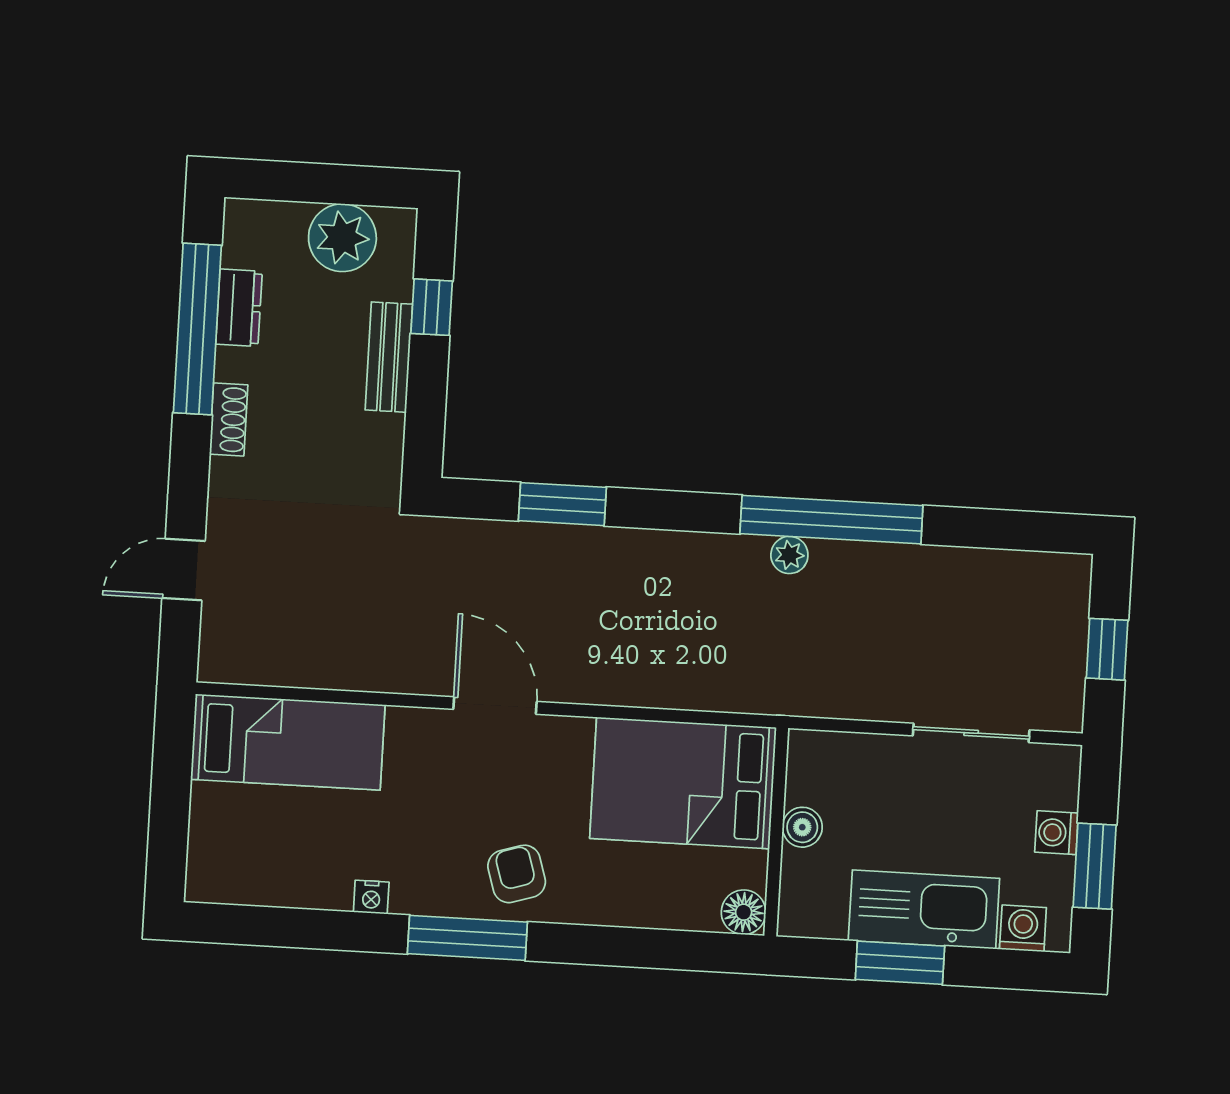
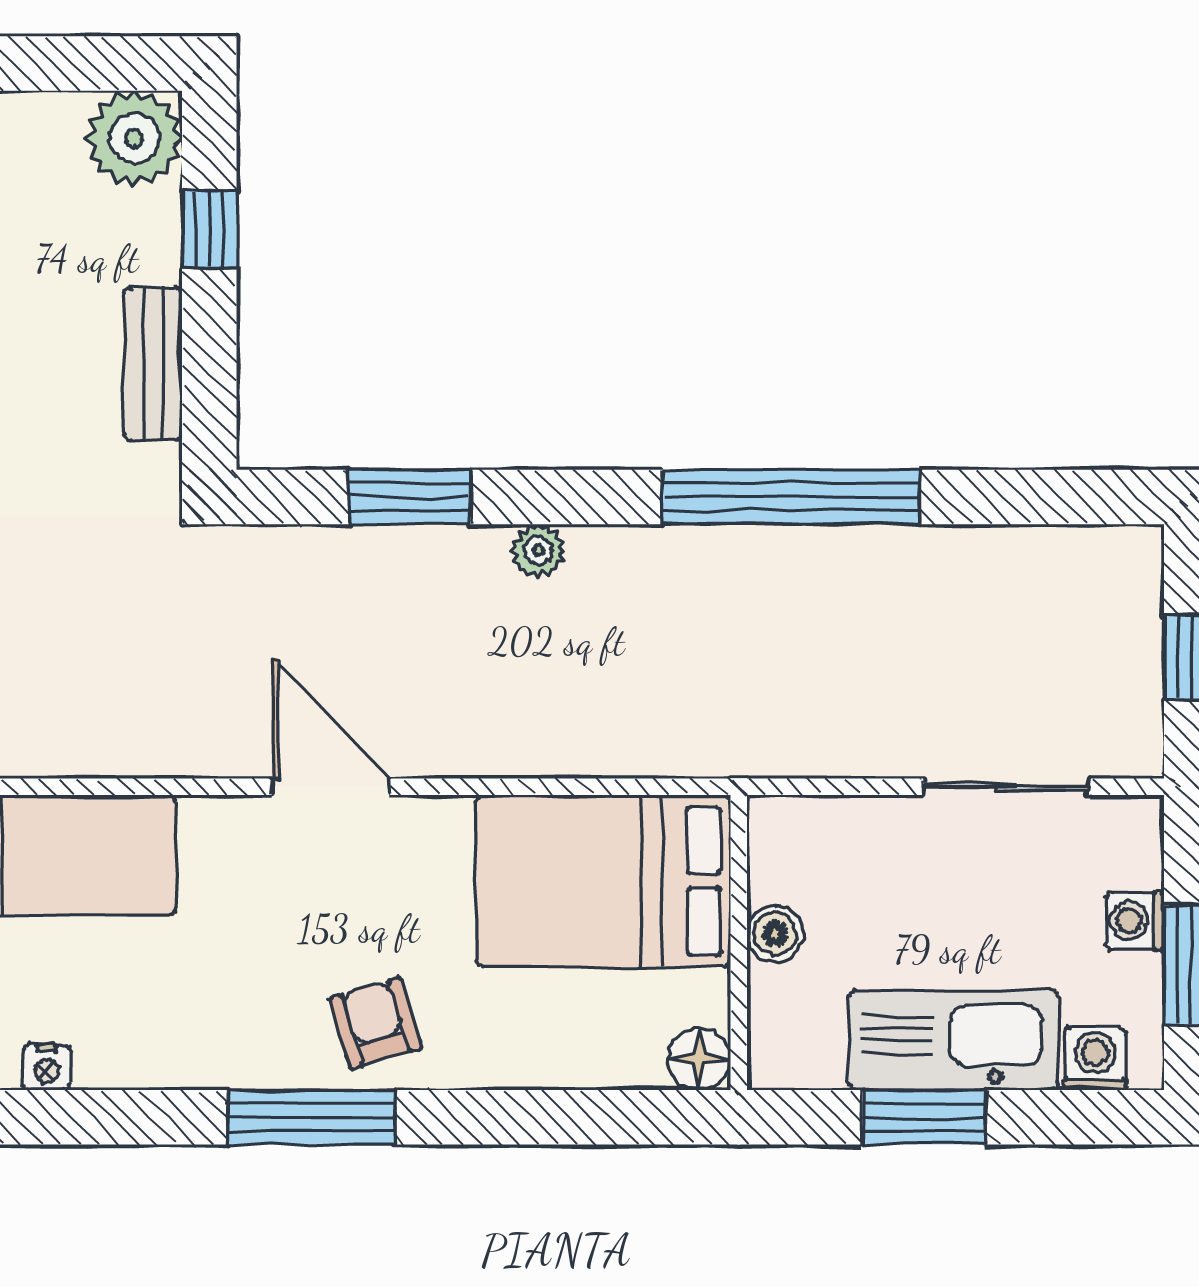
plant: (342, 238) -> (134, 139), moved
bench: (389, 357) -> (153, 363), moved
plant: (789, 555) -> (538, 550), moved
nightstand: (371, 897) -> (46, 1068), moved

